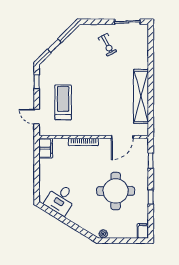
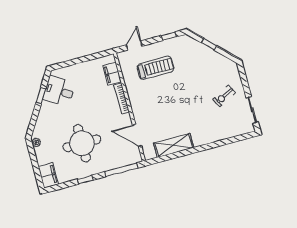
shelving: (141, 96) -> (174, 145), width x0.68
filing cabinet: (46, 148) -> (112, 74), moved, turned 90
window: (151, 161) -> (121, 170), width x2.17
window: (60, 218) -> (41, 96), added
filing cabinet: (143, 231) -> (48, 175), width x2.00

